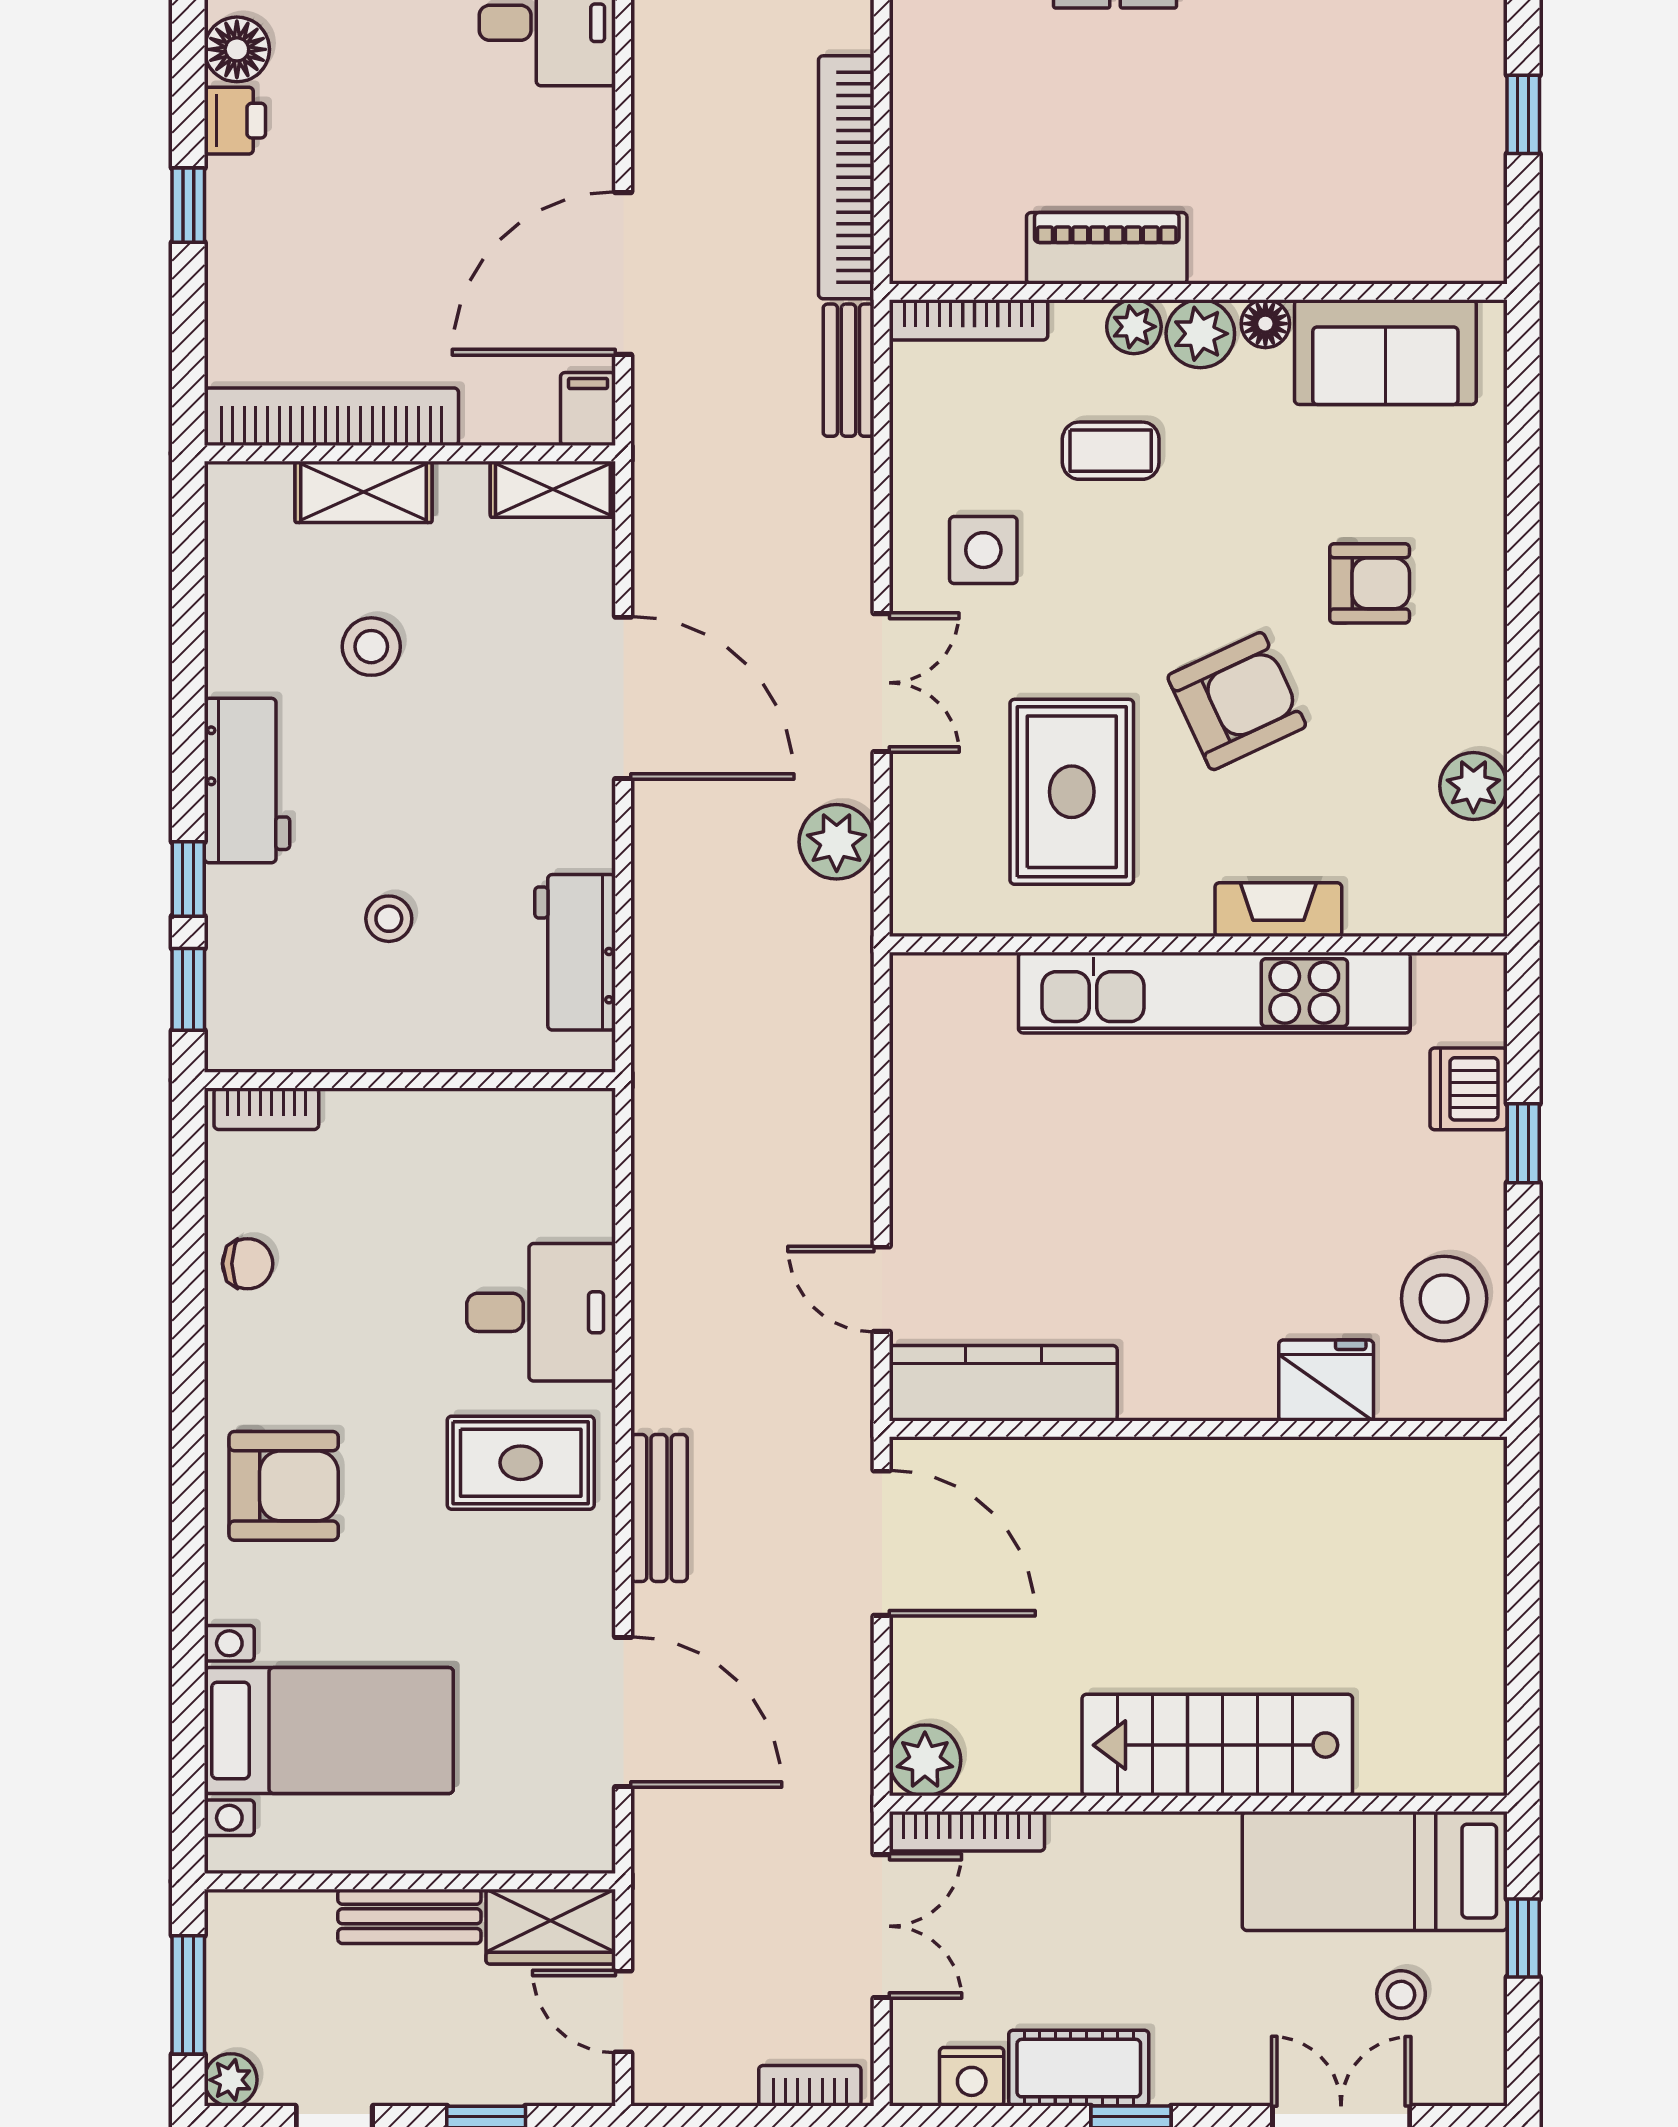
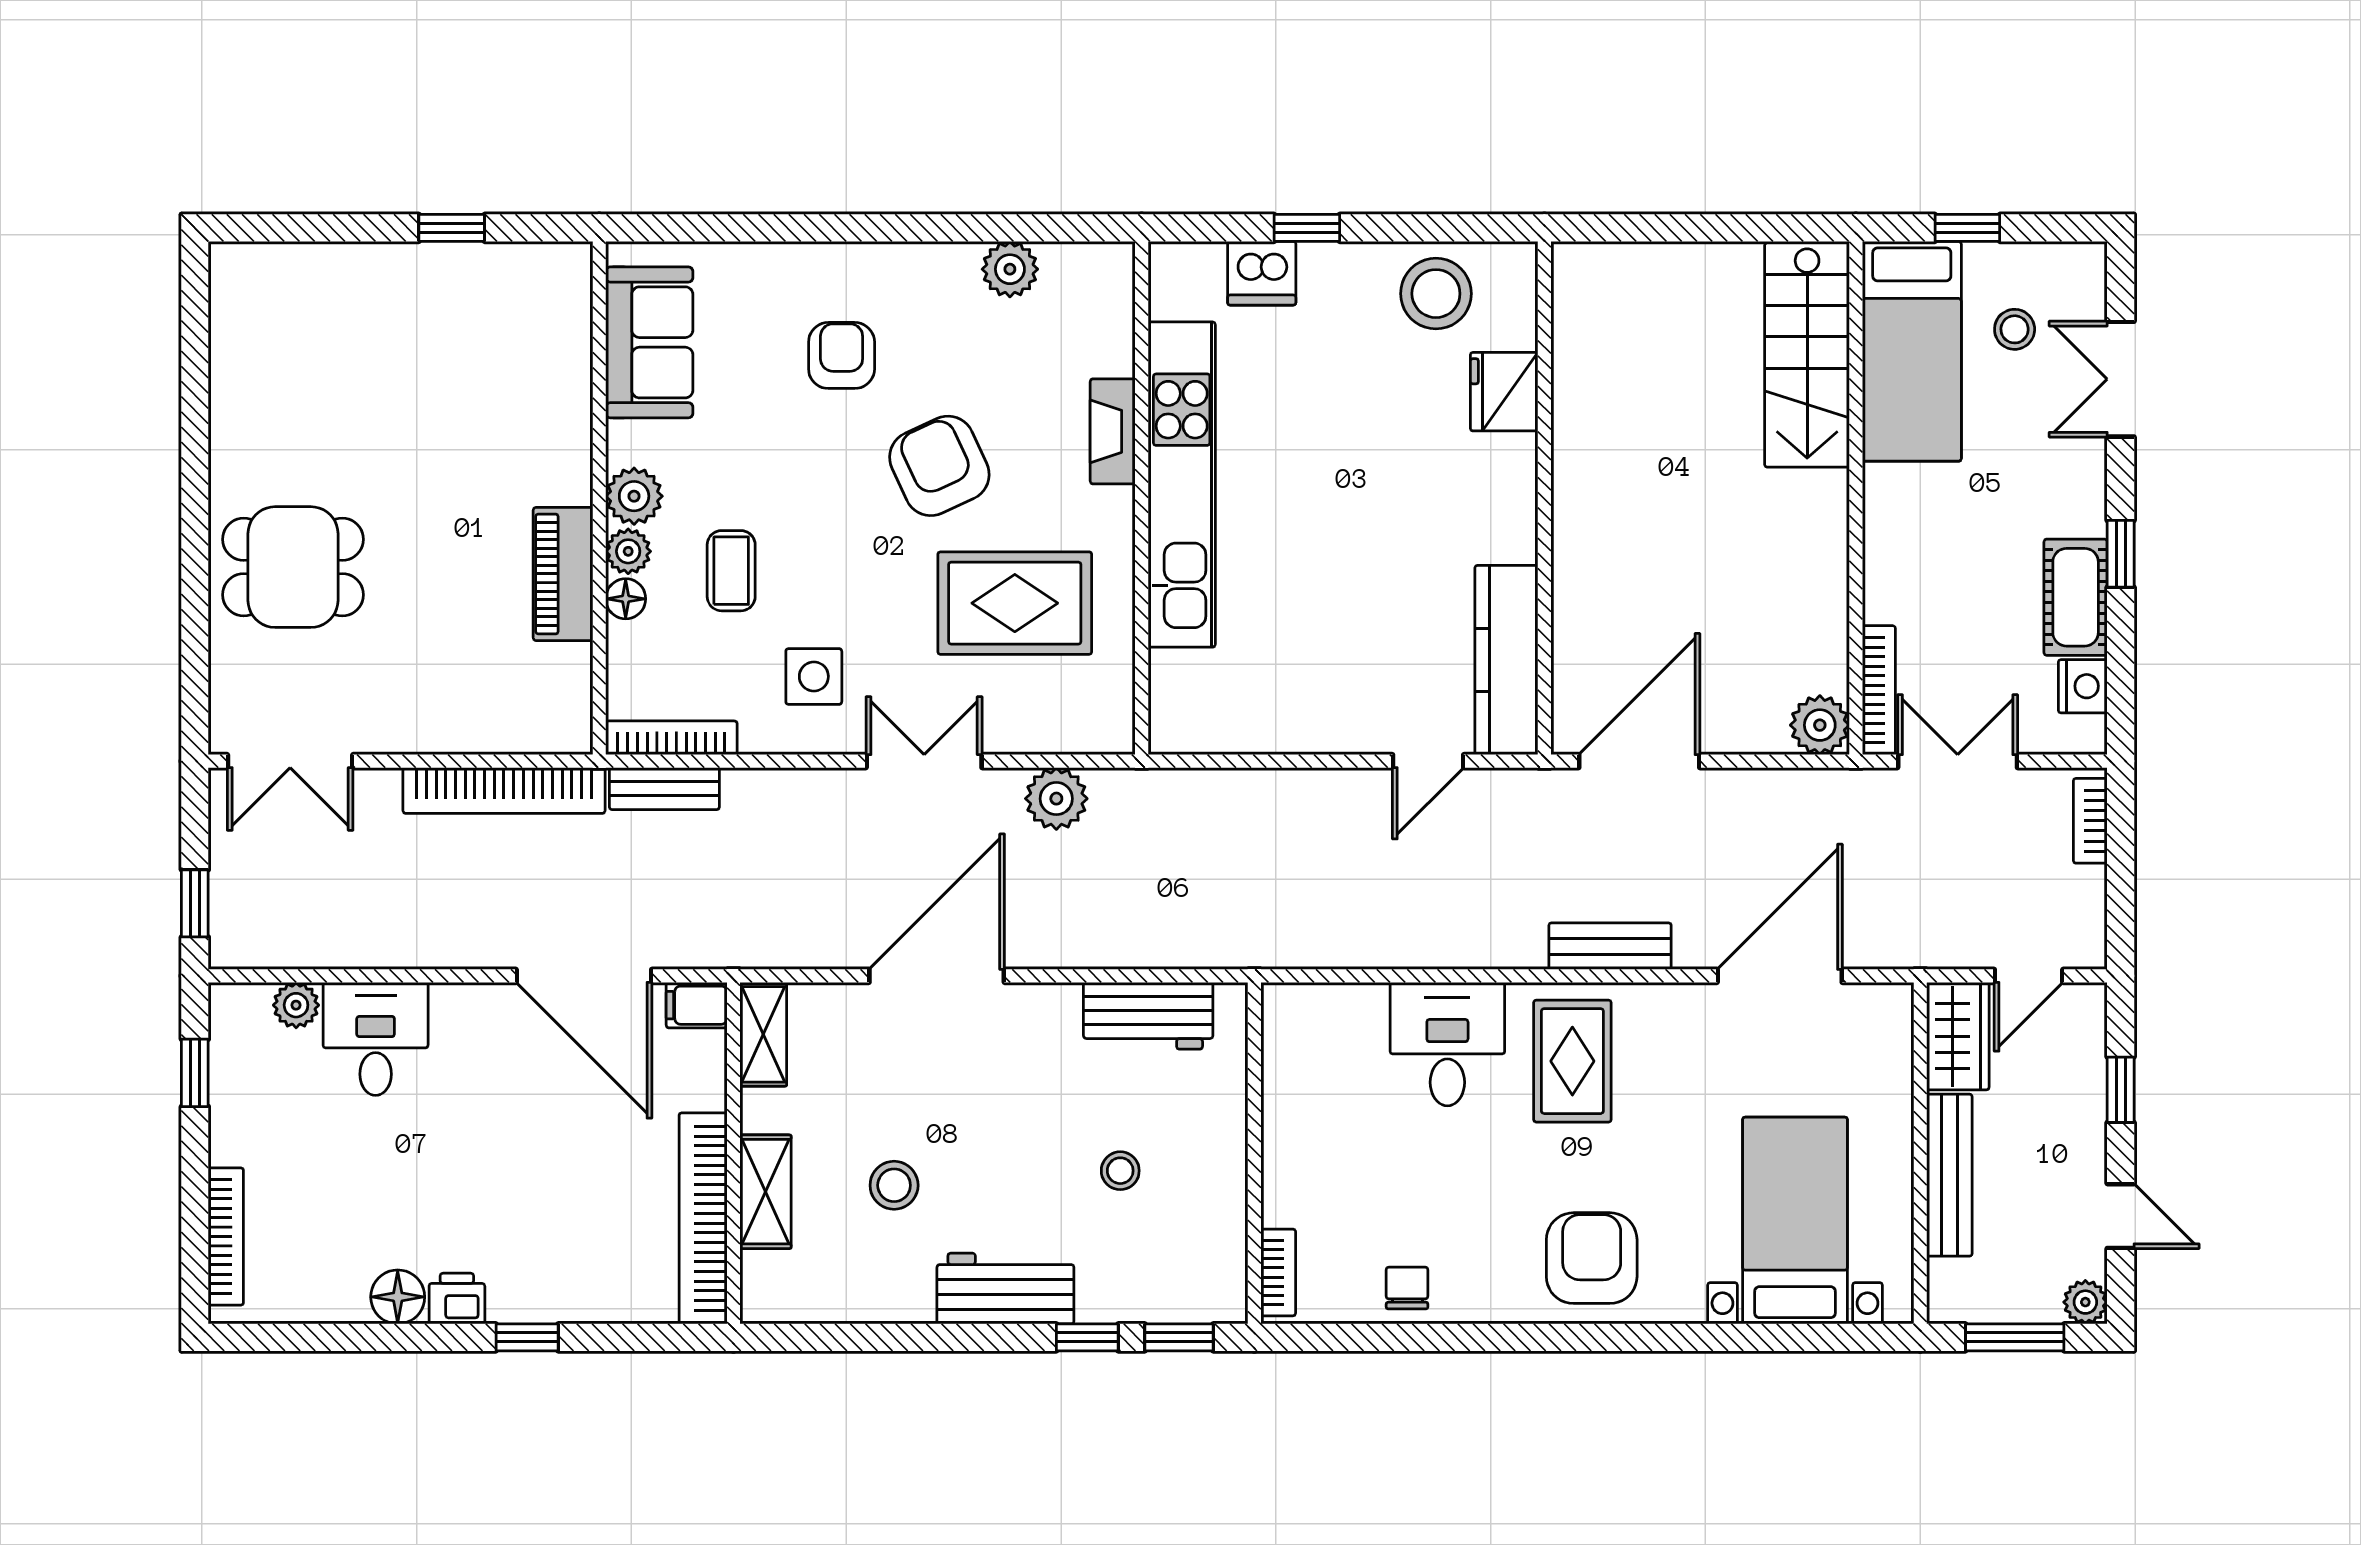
bookcase: (968, 320) -> (671, 738), moved, turned -90
floor lamp: (1265, 324) -> (626, 599), moved
stairs: (1217, 1745) -> (1807, 355), moved
bench: (409, 1916) -> (1949, 1175), width x1.36

